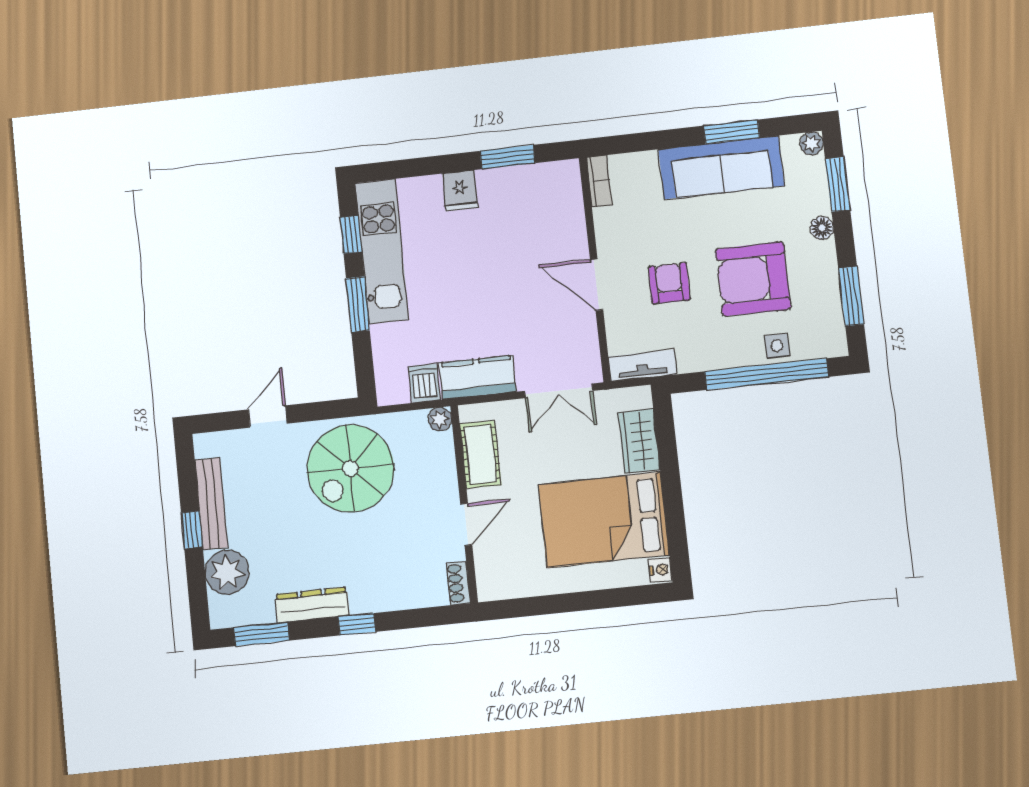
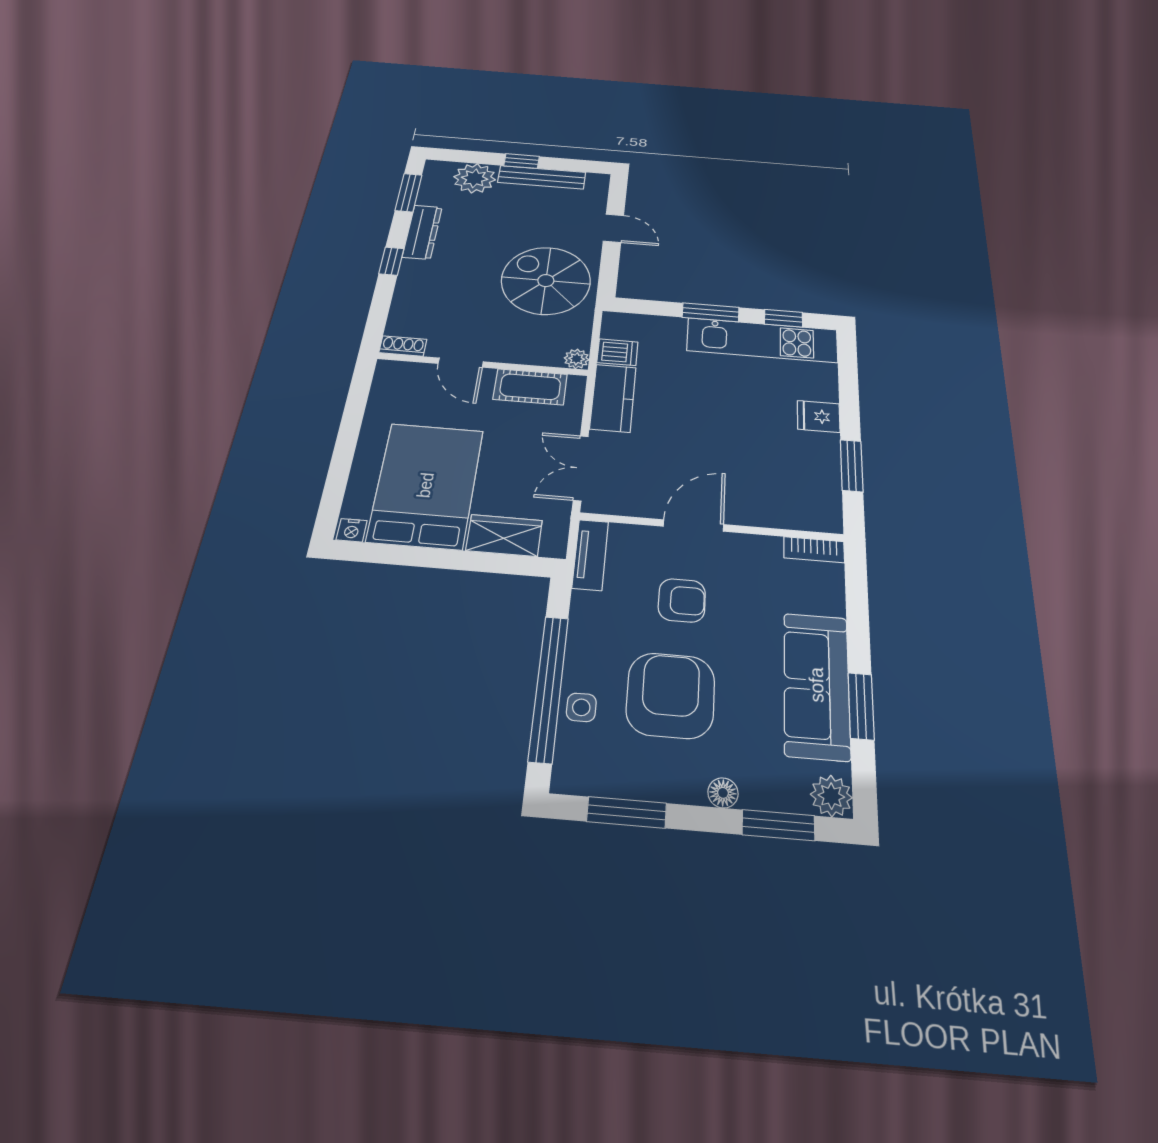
plant: (812, 143) -> (831, 796), width x1.38, depth x1.38

